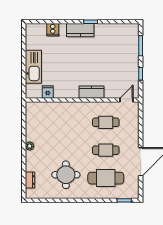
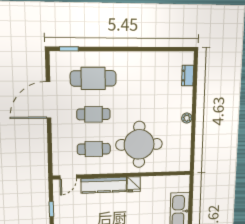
fridge: (48, 92) -> (134, 184), moved
kitchen counter: (92, 92) -> (104, 185), width x1.50
round table: (66, 175) -> (139, 144), moved, width x1.36, depth x1.36

